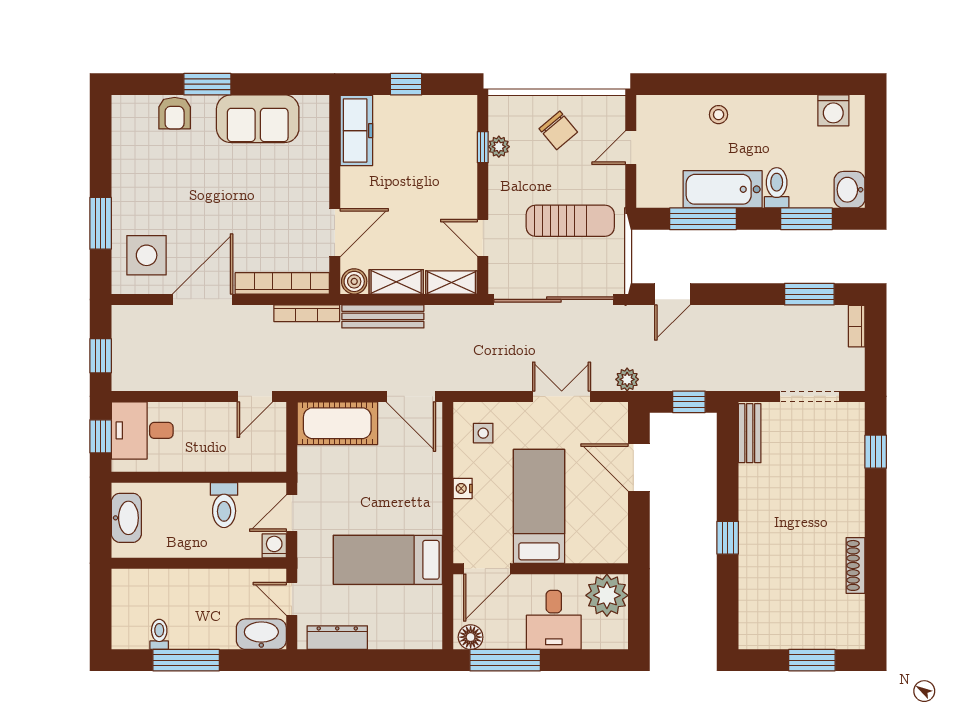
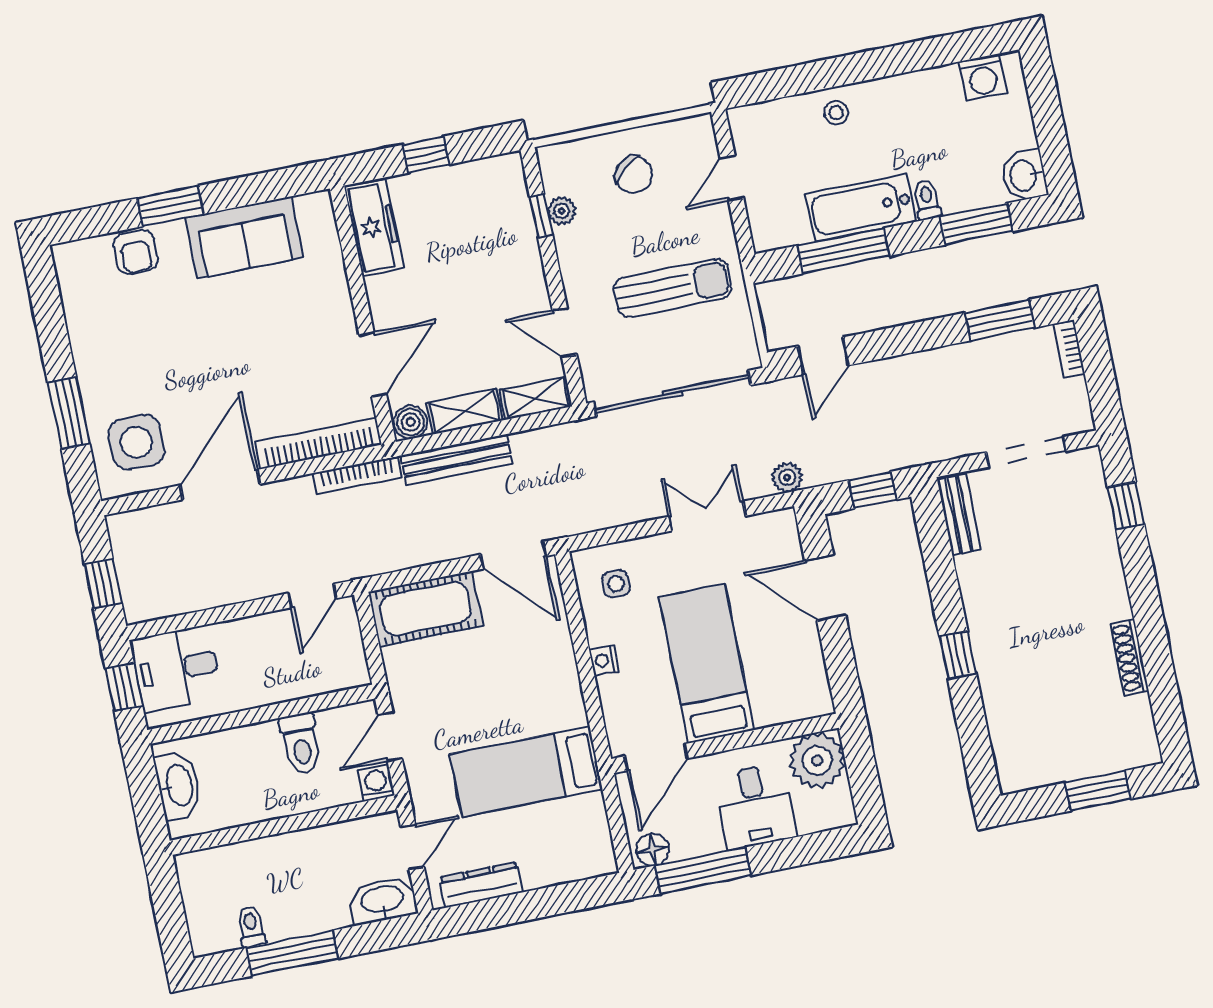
toilet: (777, 188) -> (927, 200), width x0.73, depth x0.72
door: (292, 599) -> (412, 847), swing flipped

